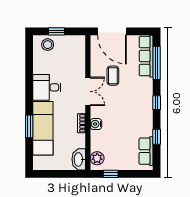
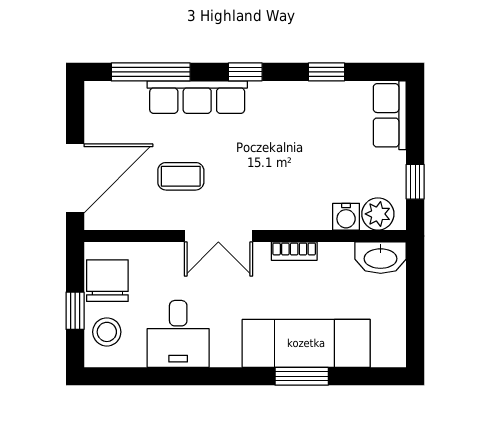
chair: (69, 45) -> (107, 281), added
row of seats: (146, 56) -> (197, 97), moved
desk: (47, 87) -> (178, 334), moved
double door: (88, 91) -> (218, 236), swing flipped
water cooler: (96, 124) -> (346, 217), moved
row of seats: (146, 151) -> (390, 115), moved, turned 90

